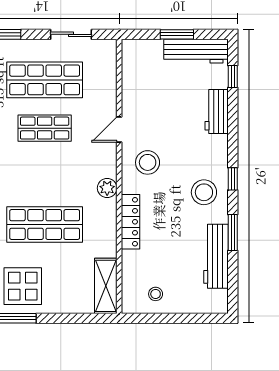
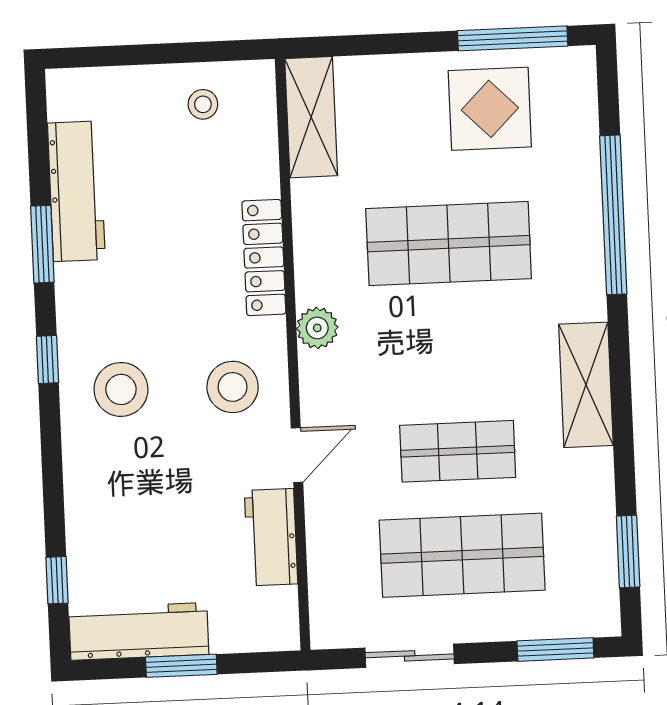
workbench: (217, 112) -> (271, 537), moved, turned 180
stool: (204, 192) -> (121, 389), moved

